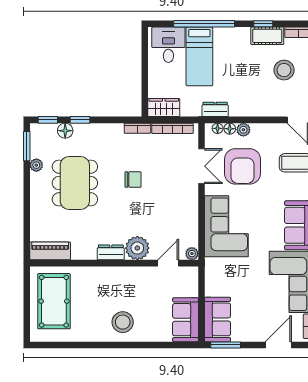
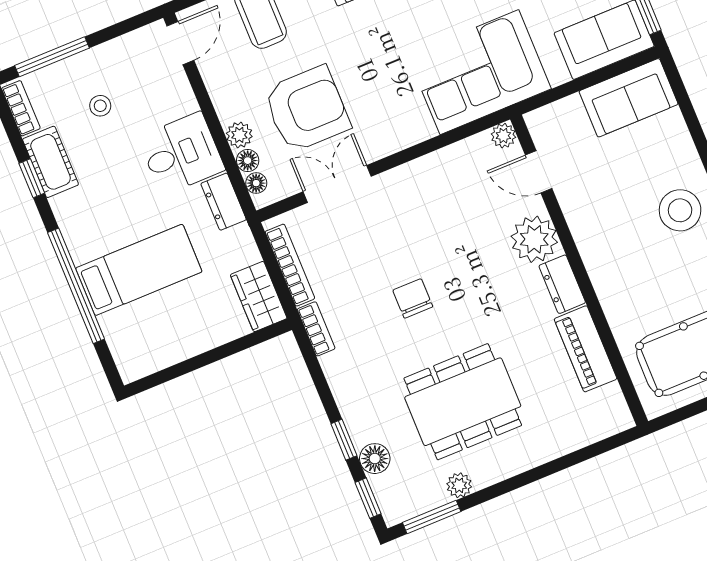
desk: (168, 45) -> (181, 153), moved, turned 180
stool: (284, 70) -> (100, 106), width x0.53, depth x0.53
corner sofa: (226, 226) -> (479, 72), moved
piano: (50, 251) -> (586, 349), moved

